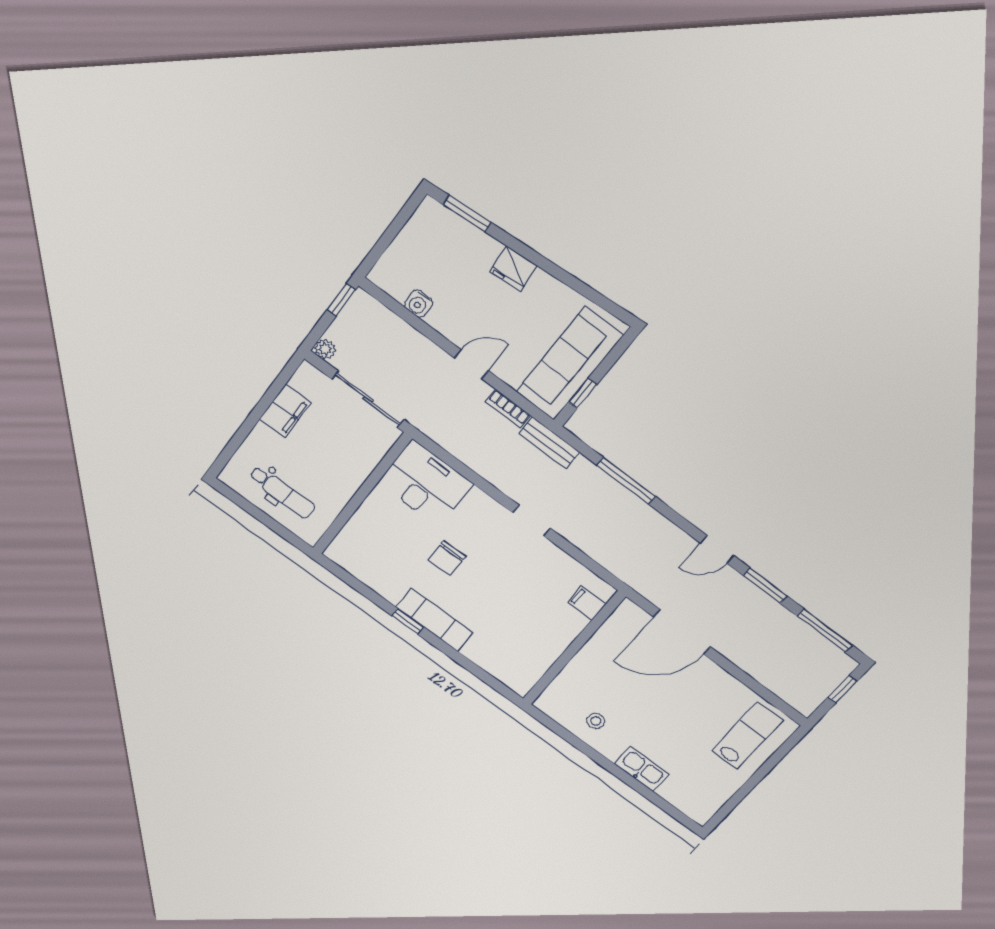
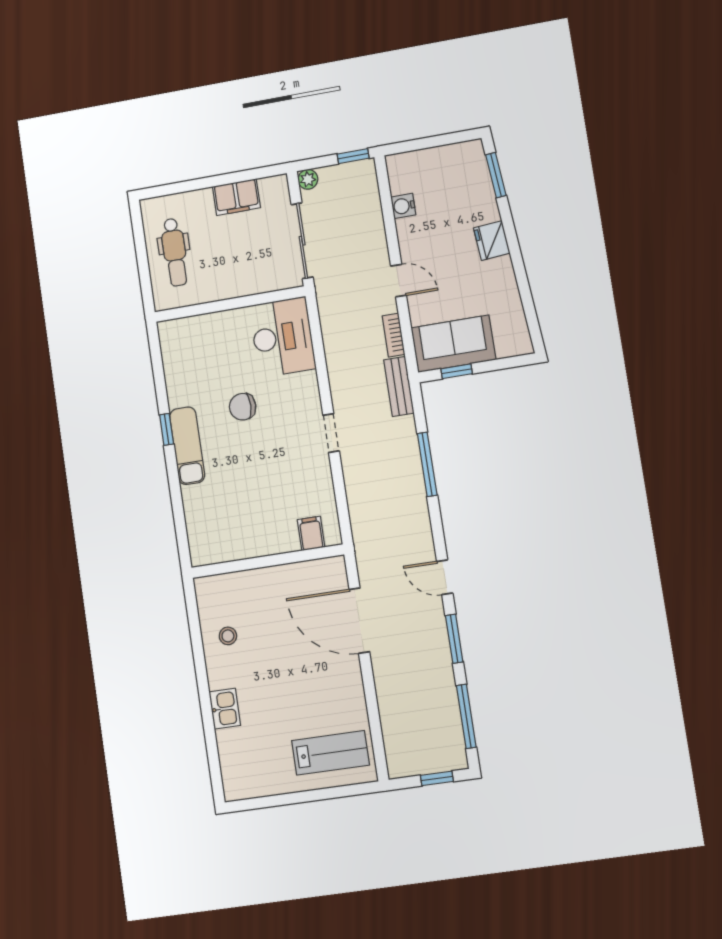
sofa: (569, 363) -> (453, 344), width x0.73
kitchen sink: (642, 769) -> (225, 709), width x0.73

